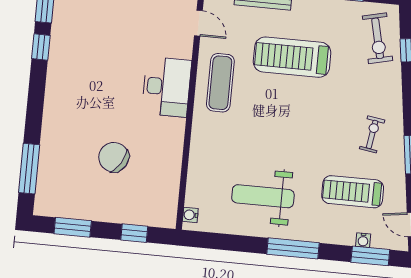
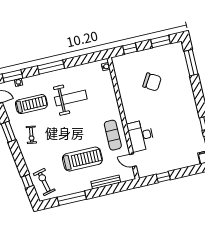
desk: (167, 87) -> (141, 136), moved
weight bench: (263, 196) -> (71, 98), moved

